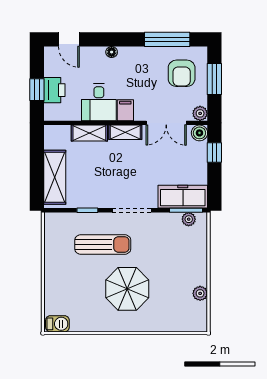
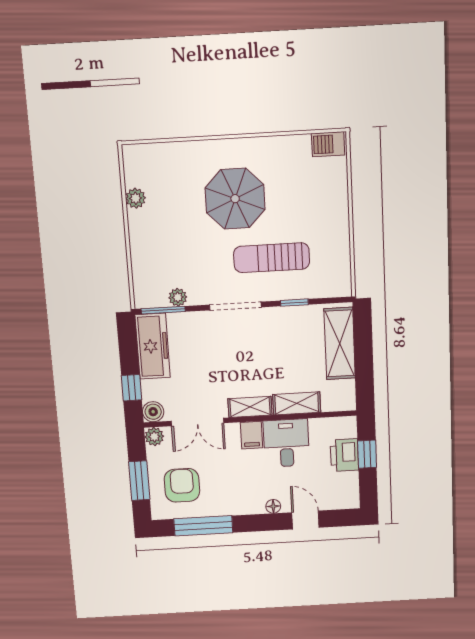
door: (69, 39) -> (305, 520), moved
double door: (166, 123) -> (197, 422), swing flipped
freezer: (183, 197) -> (153, 346), moved, turned -90
plant: (189, 219) -> (178, 297), moved

